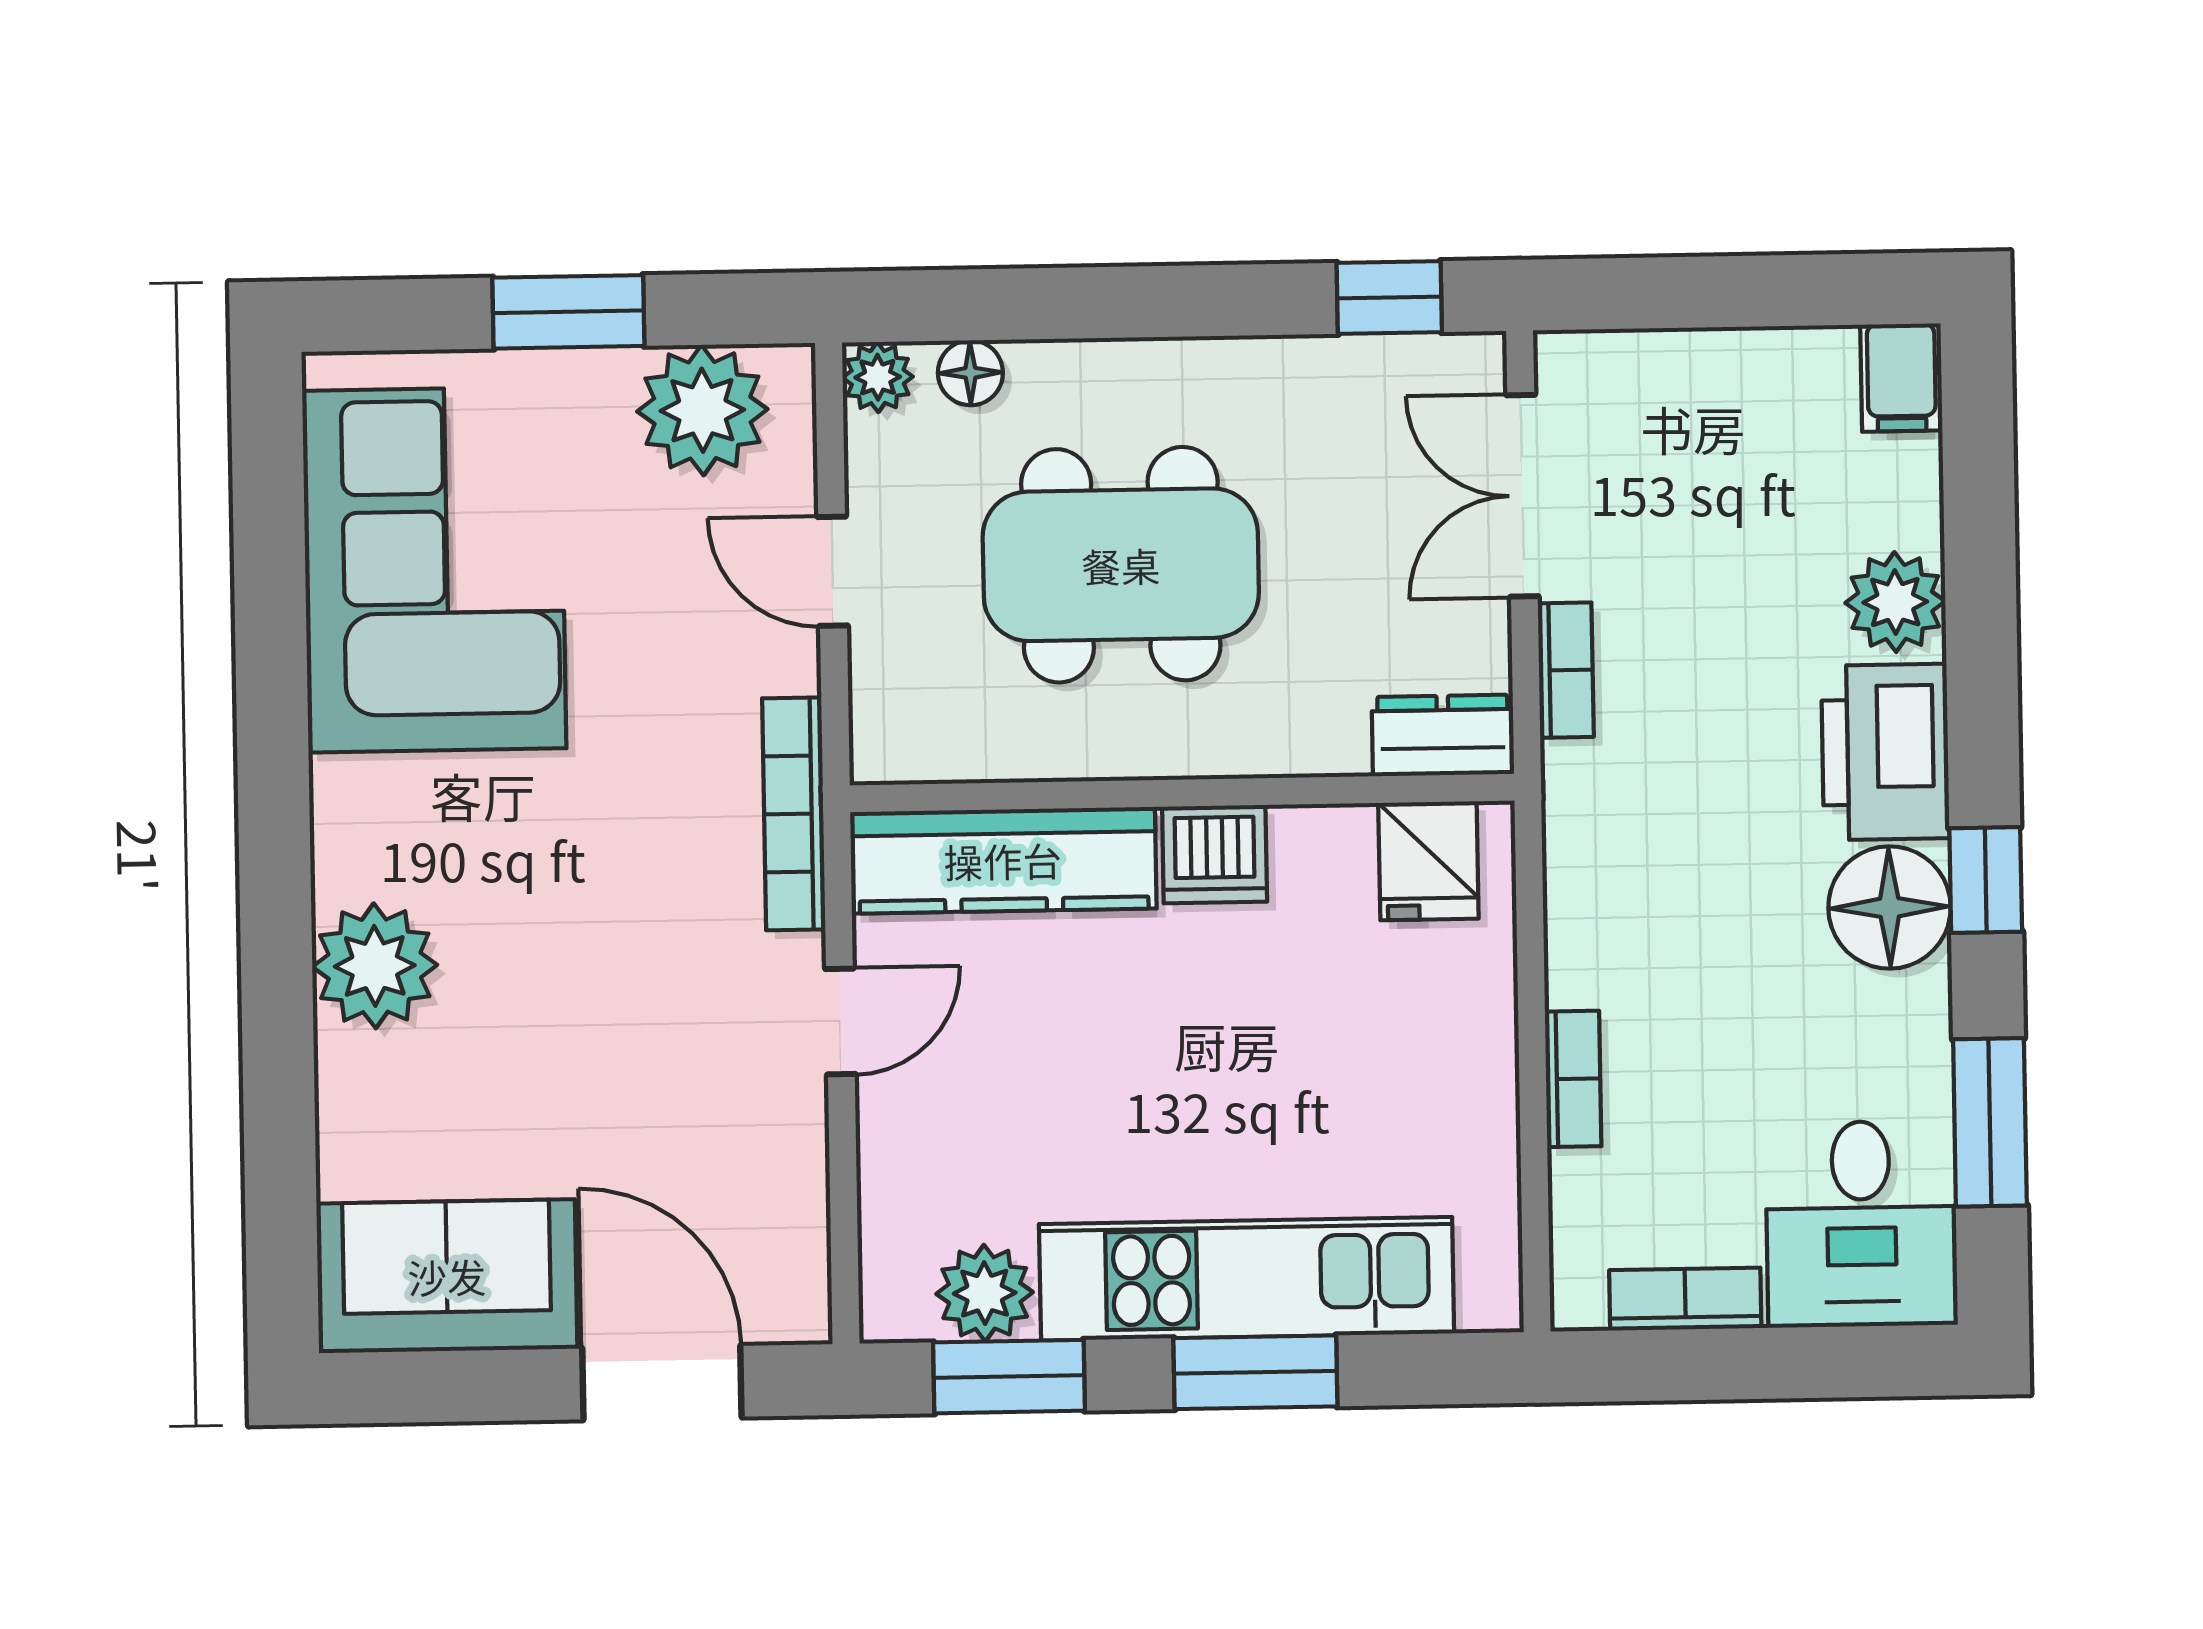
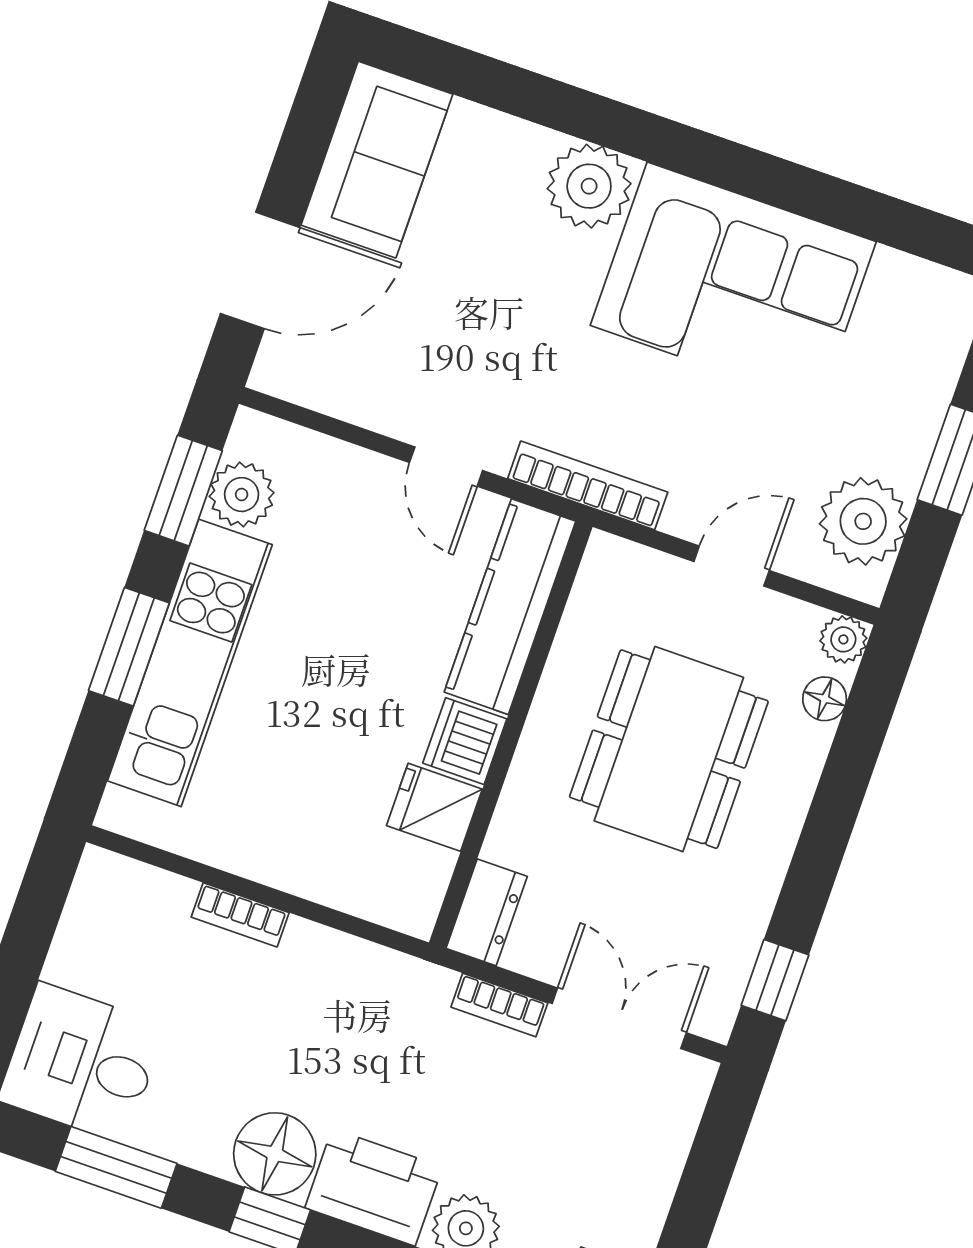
corner sofa: (434, 570) -> (733, 284), moved
fridge: (1428, 861) -> (434, 807), moved
bookcase: (1685, 1299) -> (75, 934), removed

